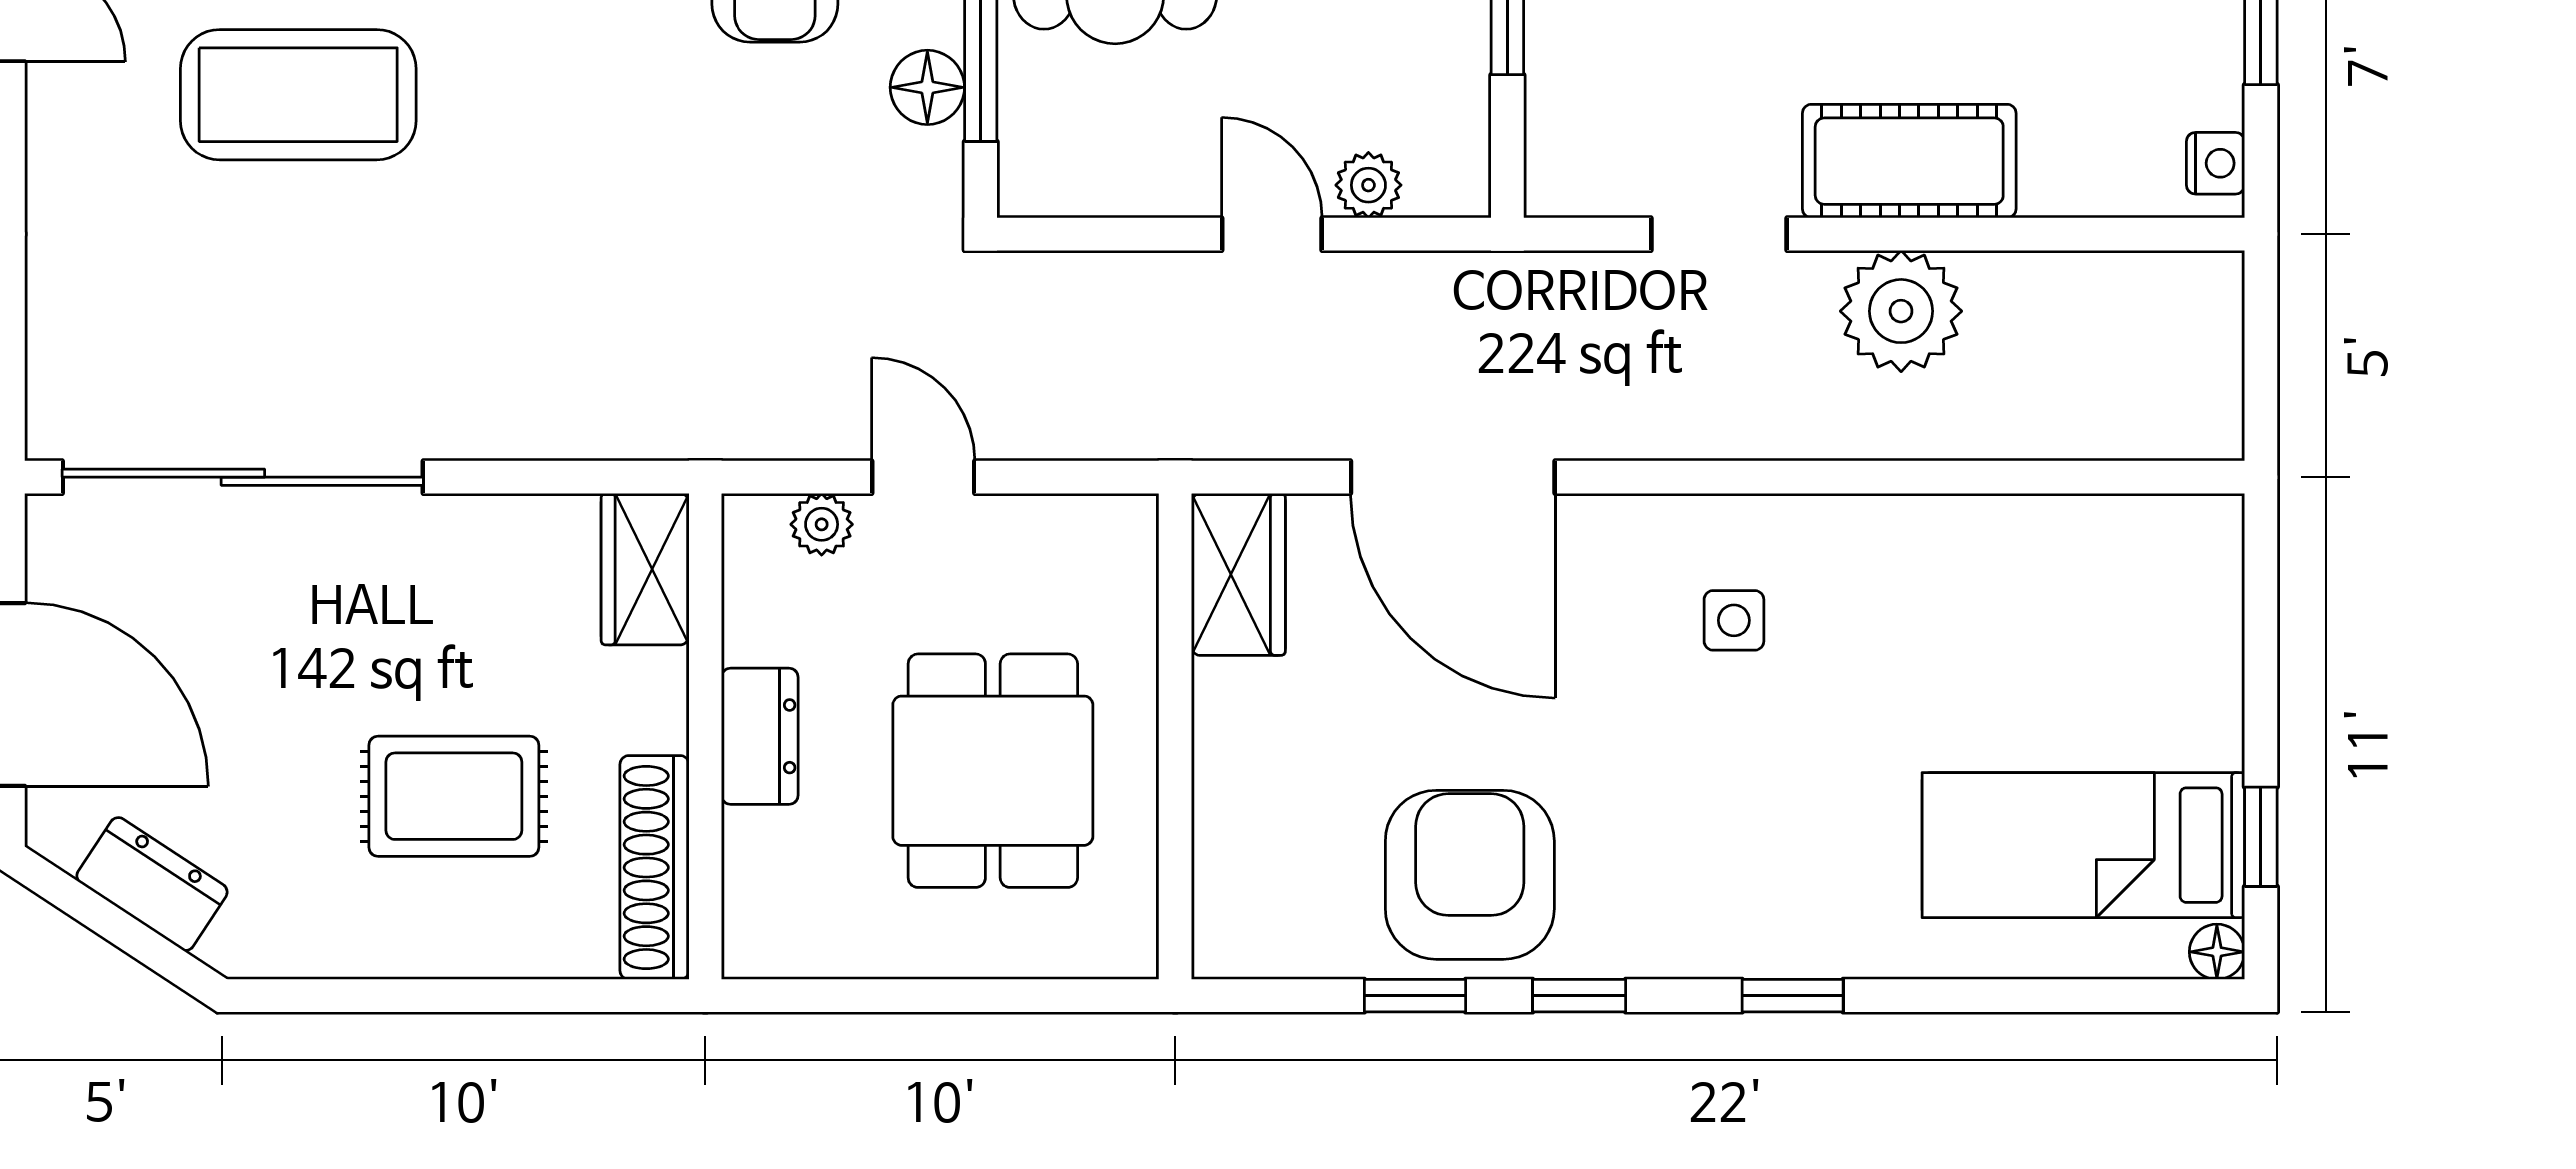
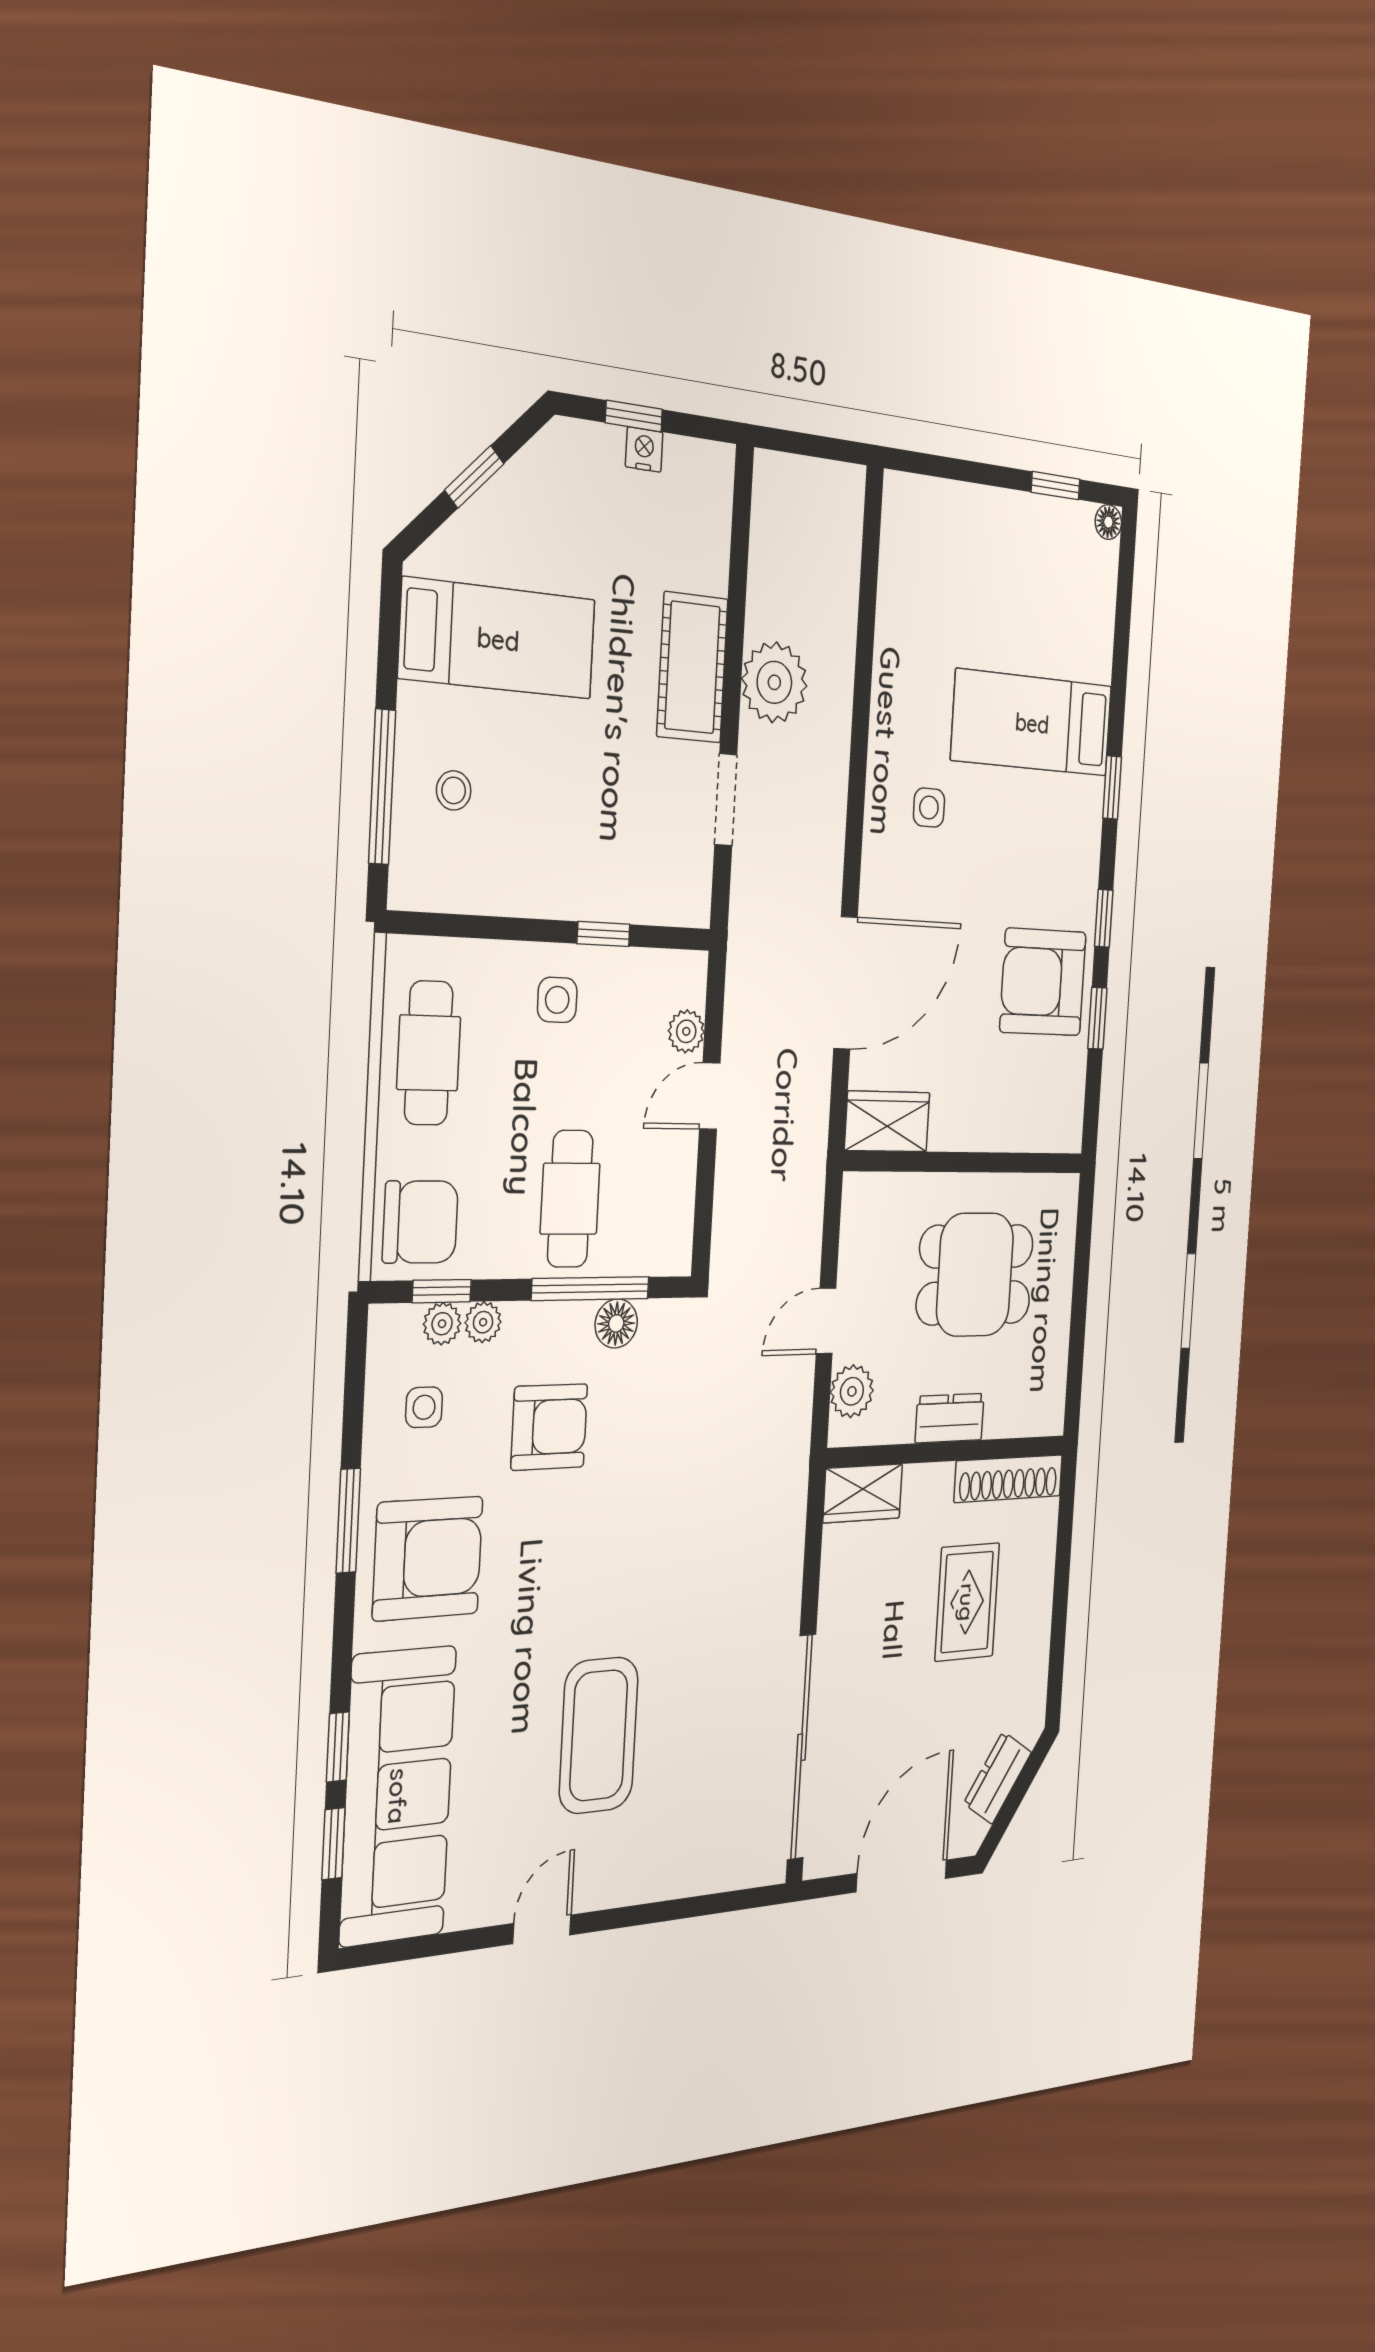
nightstand: (2216, 163) -> (644, 449), moved
plant: (822, 524) -> (852, 1391), width x1.38, depth x1.38
bed: (2083, 845) -> (1032, 723), moved, turned 90

